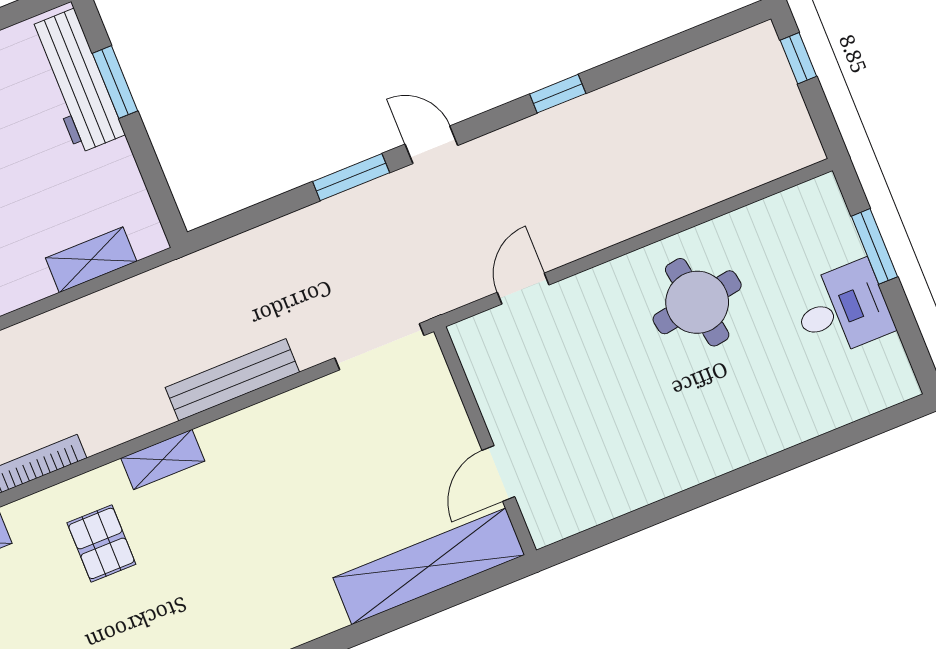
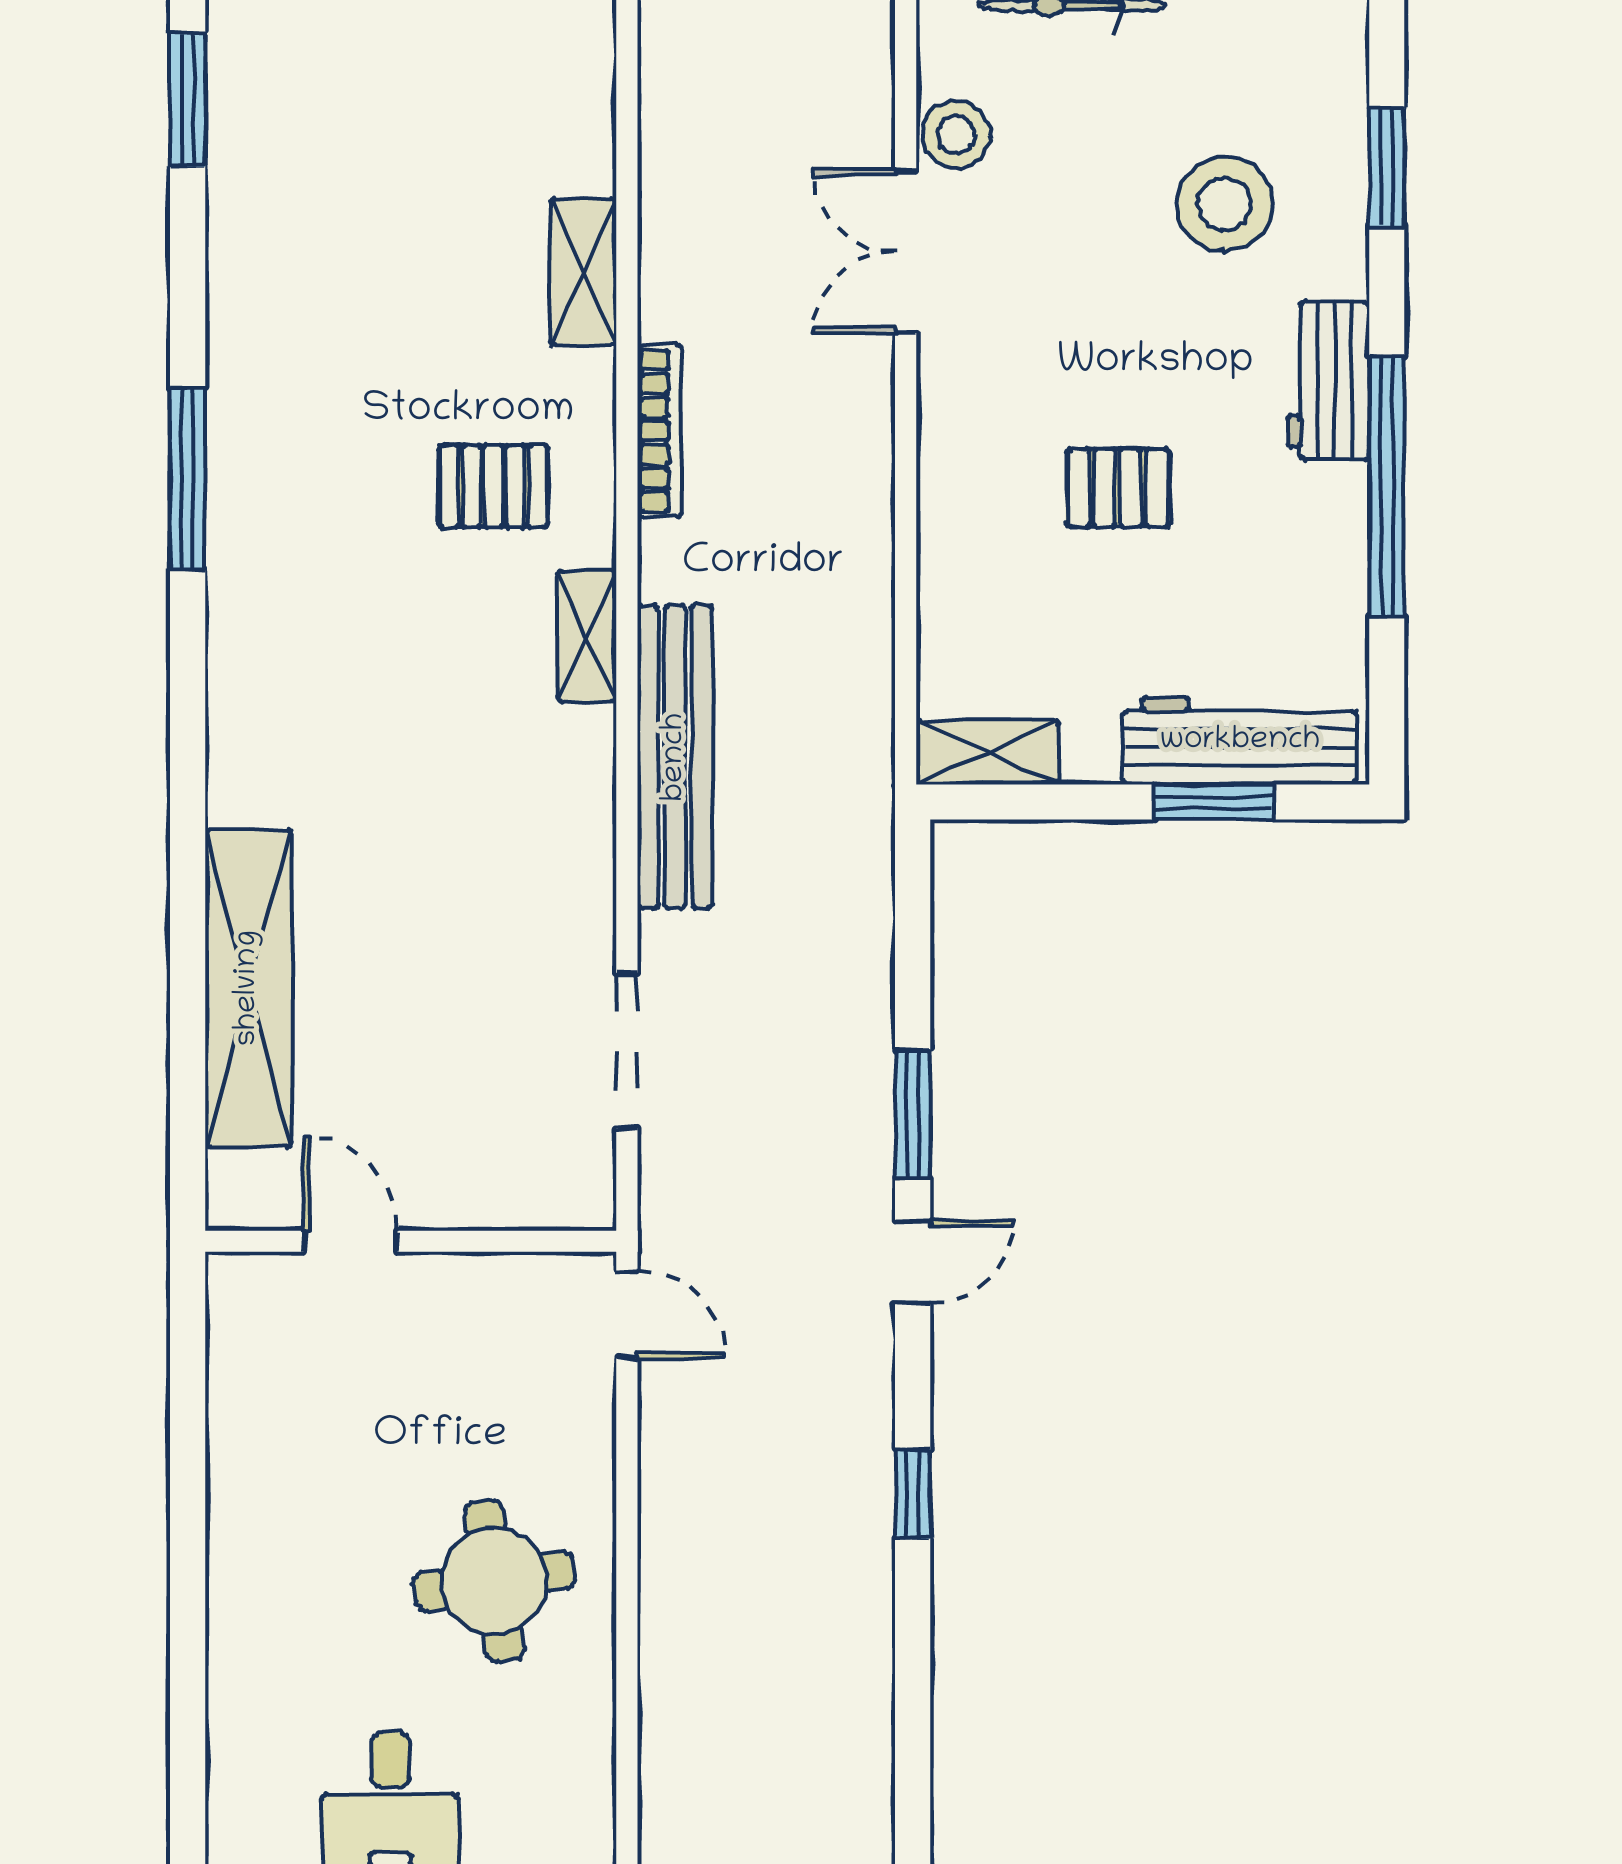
shelving: (91, 260) -> (987, 753), moved, turned 90
bench: (232, 380) -> (675, 757), width x1.37, depth x1.21
wall: (485, 441) -> (411, 1241), moved
door: (498, 474) -> (351, 1241), moved

